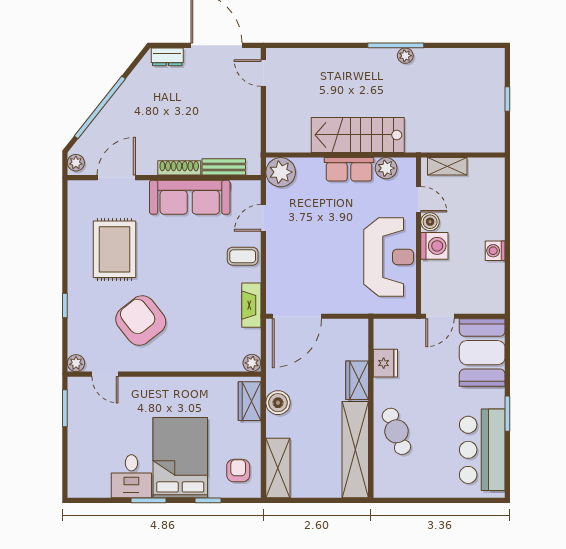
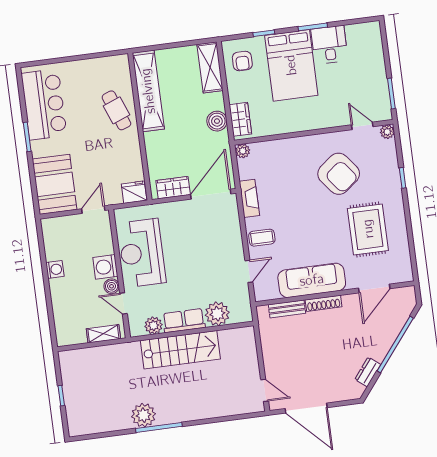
plant: (405, 56) -> (144, 415), width x1.88, depth x1.88
dresser: (167, 57) -> (368, 372), moved, turned -52
plant: (76, 163) -> (409, 296), removed
plant: (281, 172) -> (217, 314), moved
fridge: (385, 363) -> (134, 192), moved, turned 90
wardrobe: (357, 380) -> (173, 188), moved, turned -90

